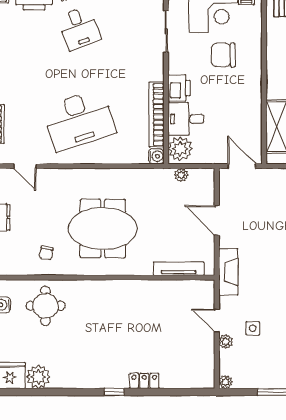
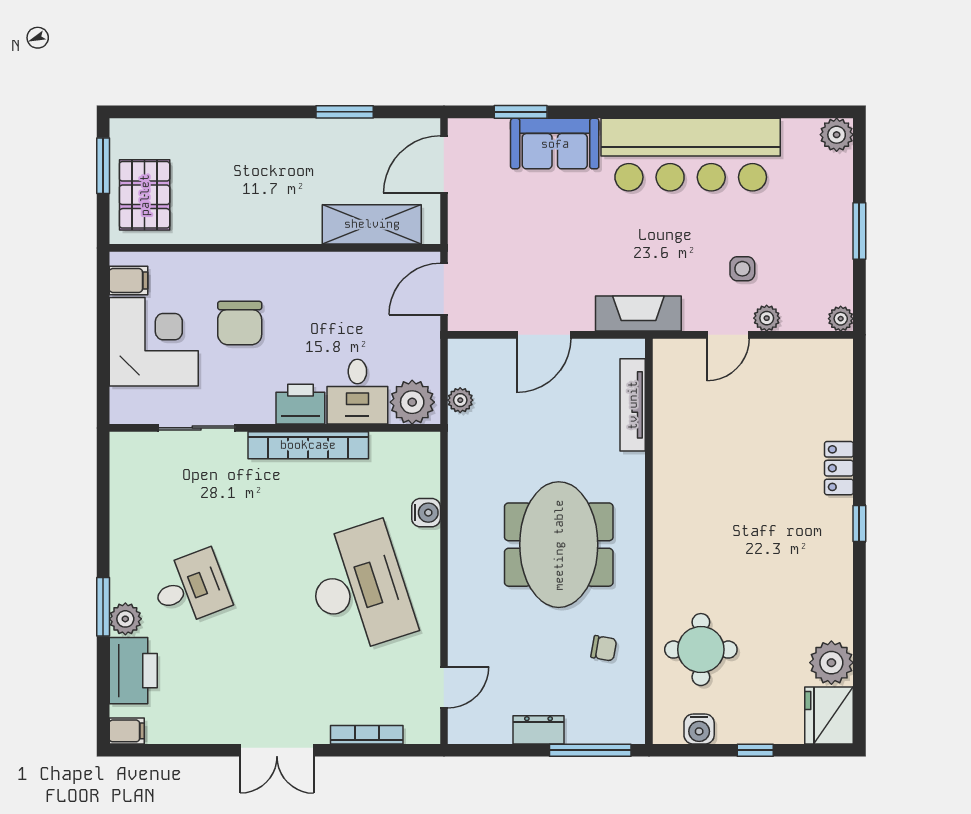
bookcase: (157, 114) -> (308, 445), moved
water cooler: (156, 156) -> (426, 513), moved, turned 90

